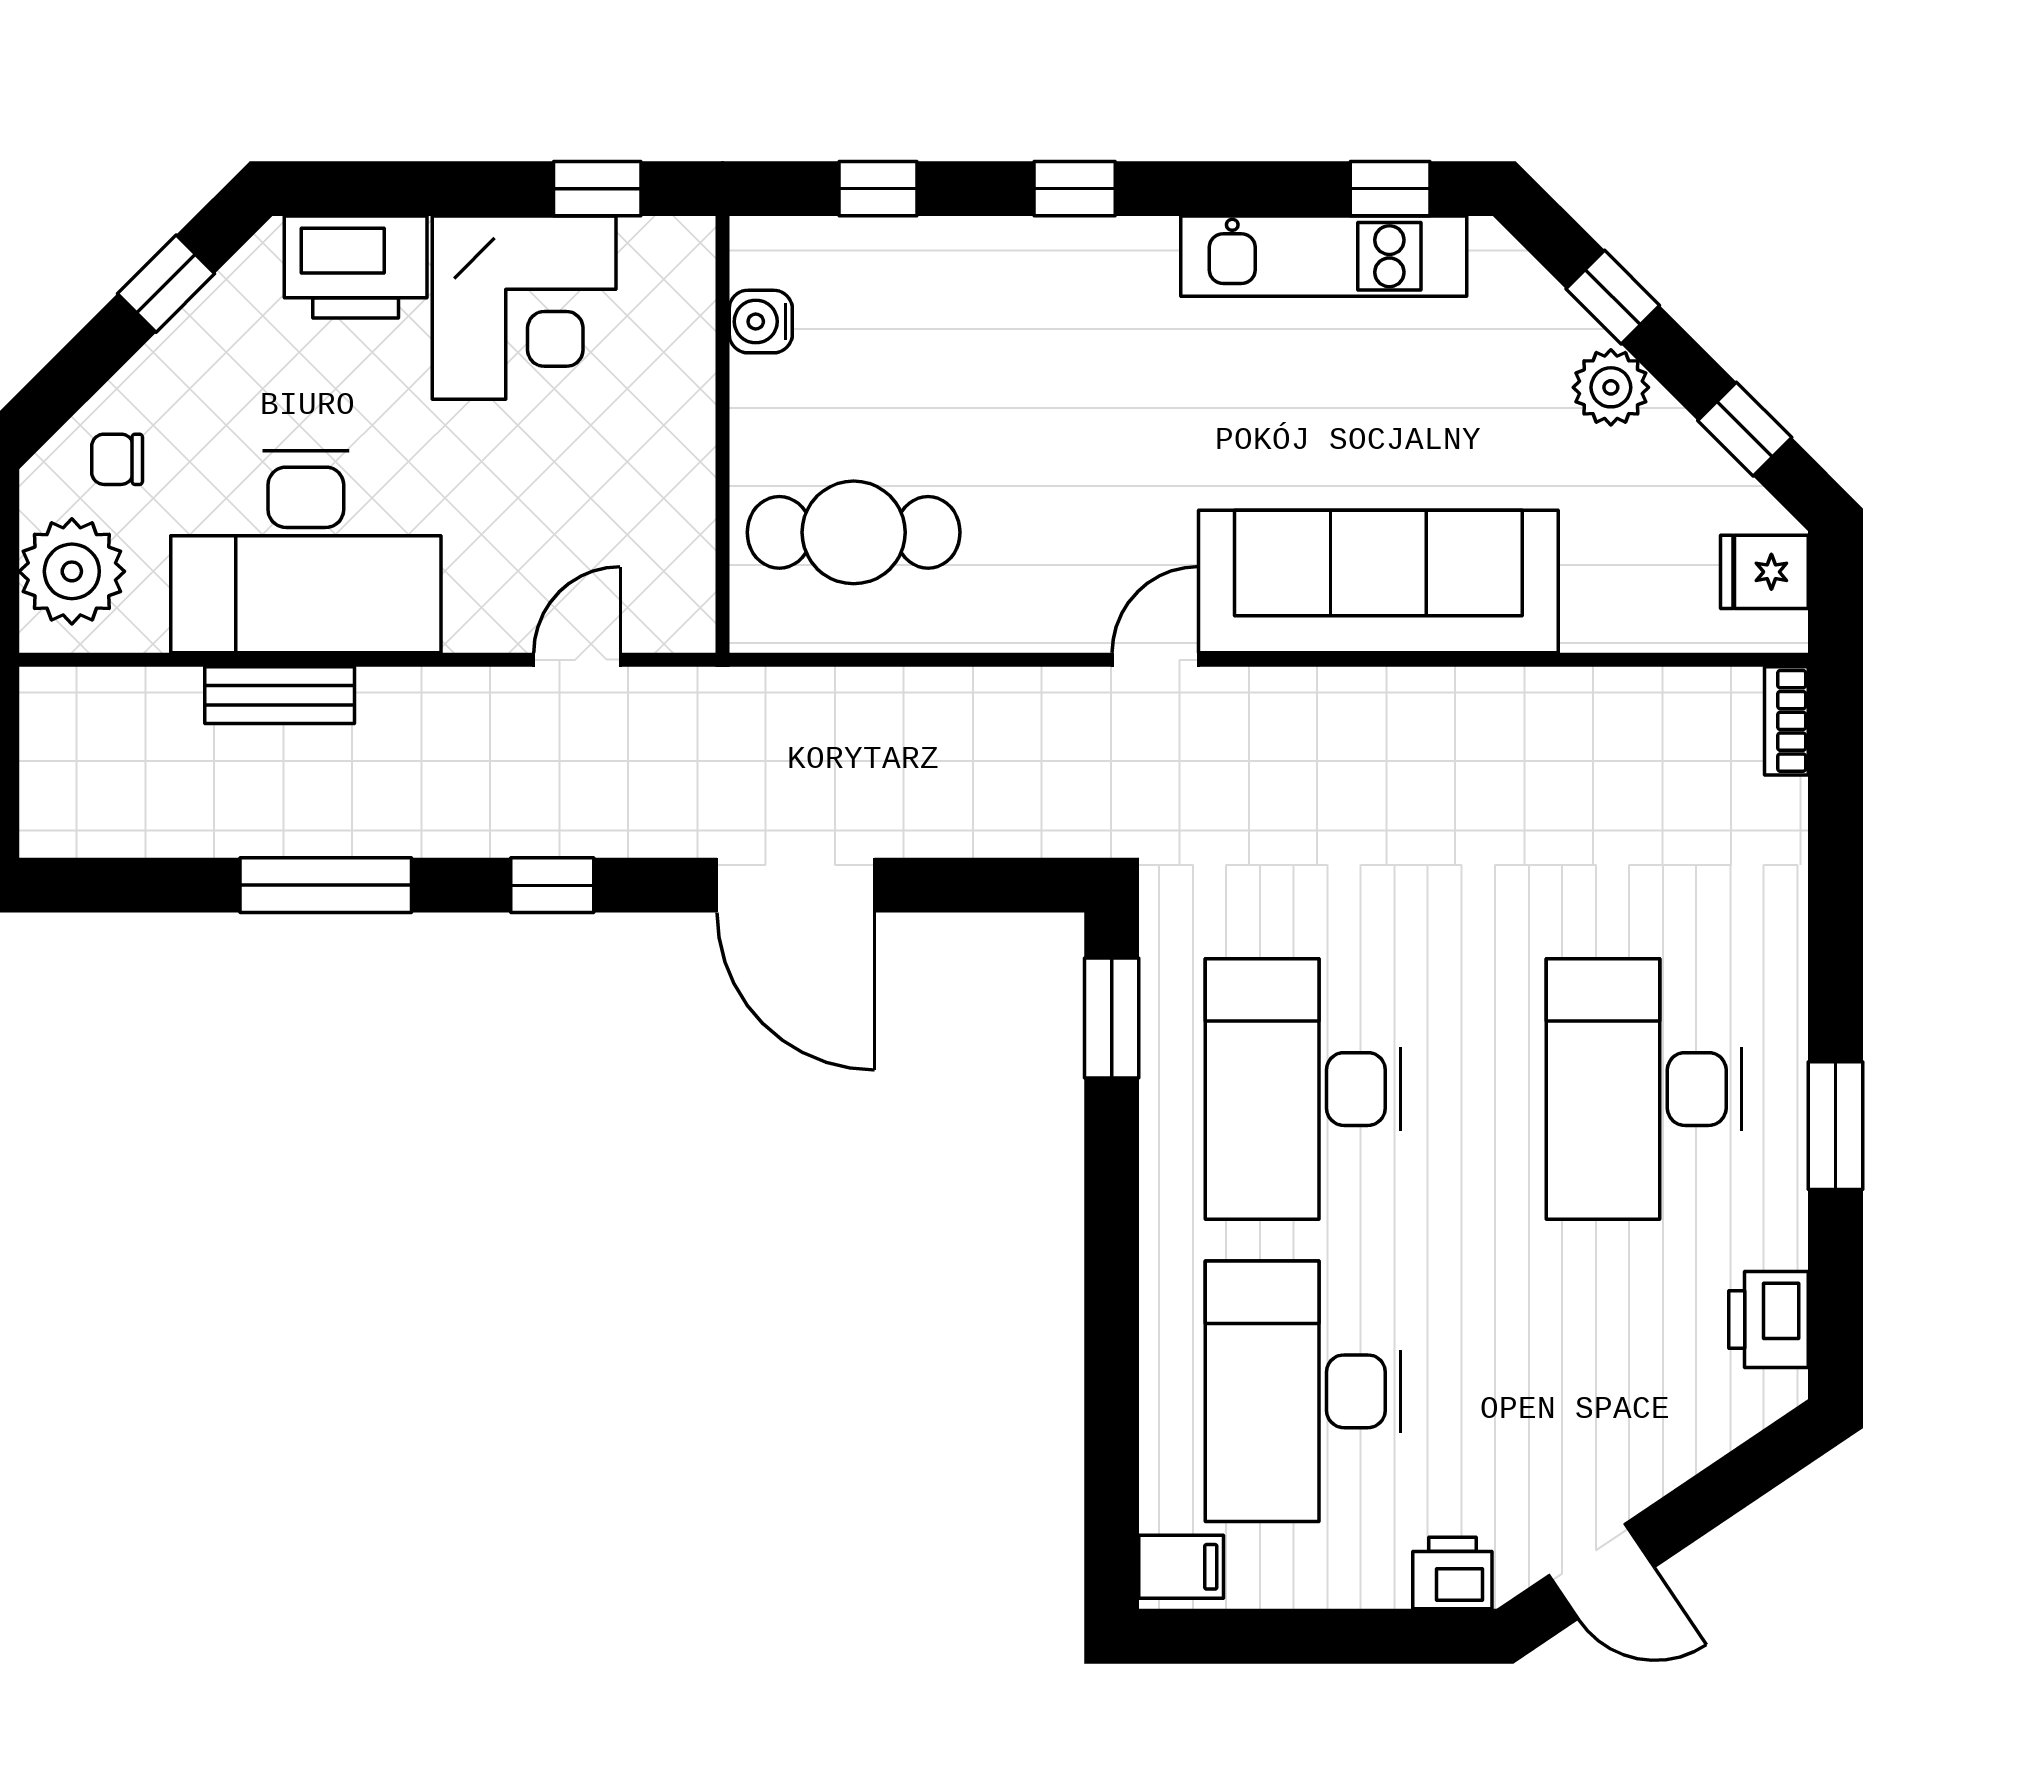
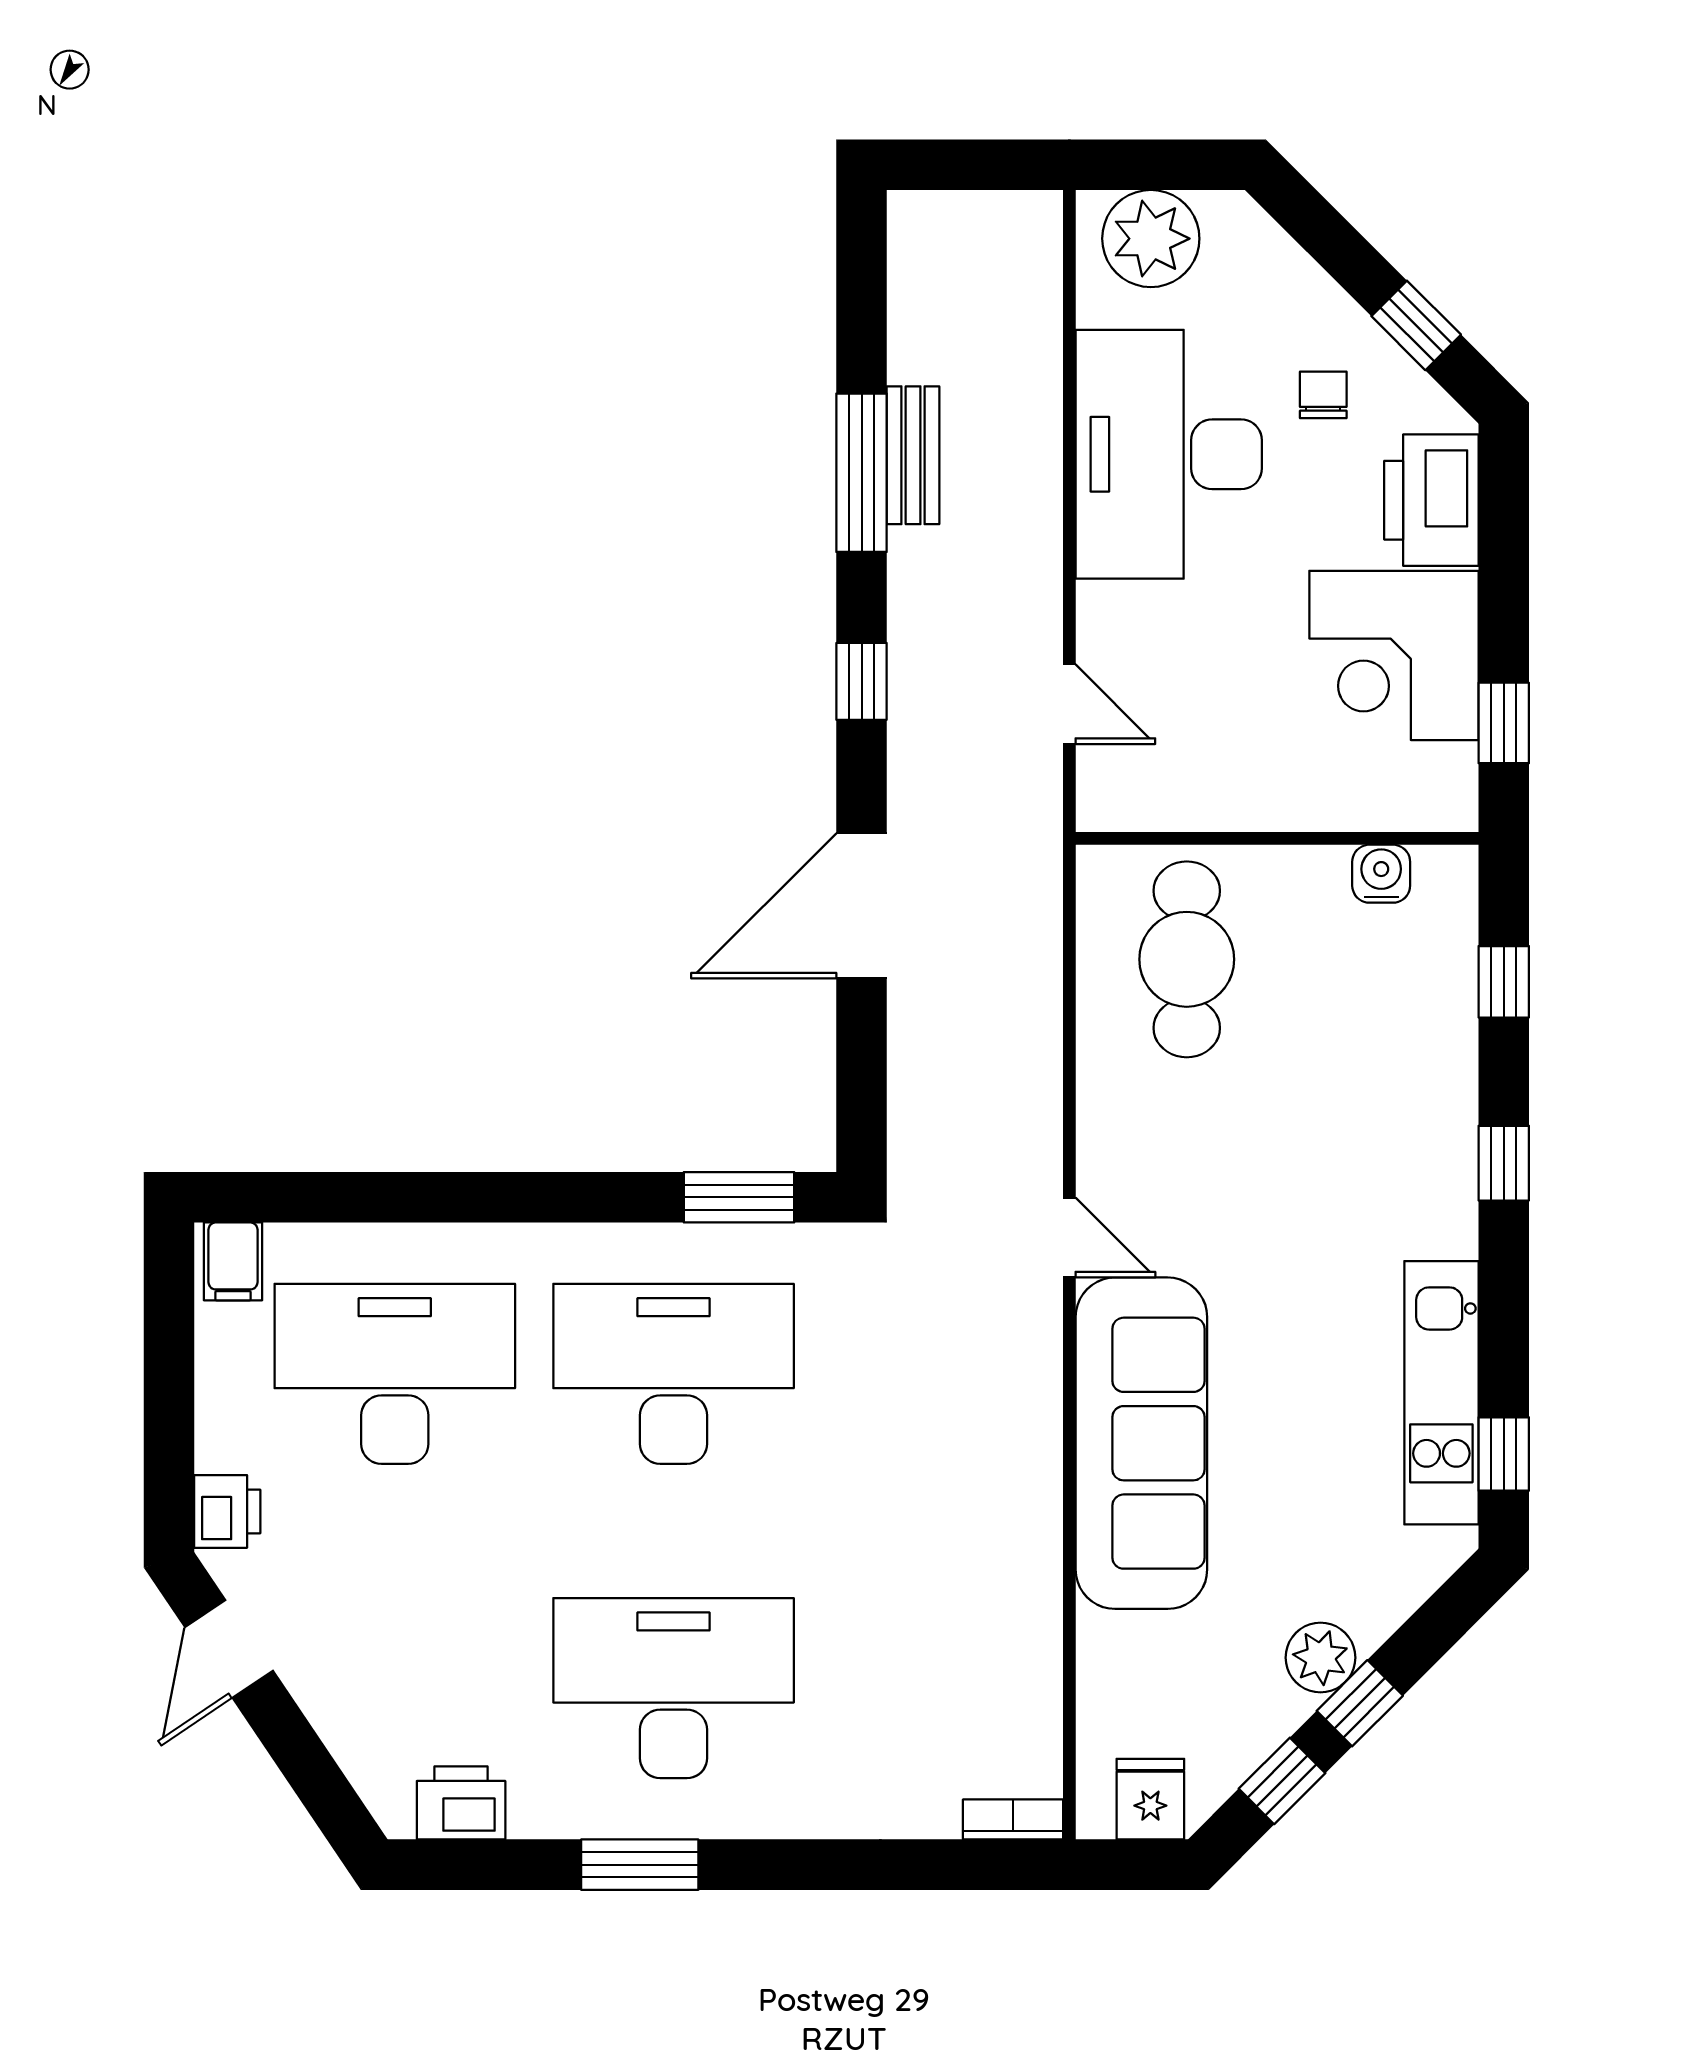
window: (1613, 297) -> (1360, 1703), moved
chair: (117, 459) -> (1323, 395), moved
bench: (280, 695) -> (913, 455), moved

